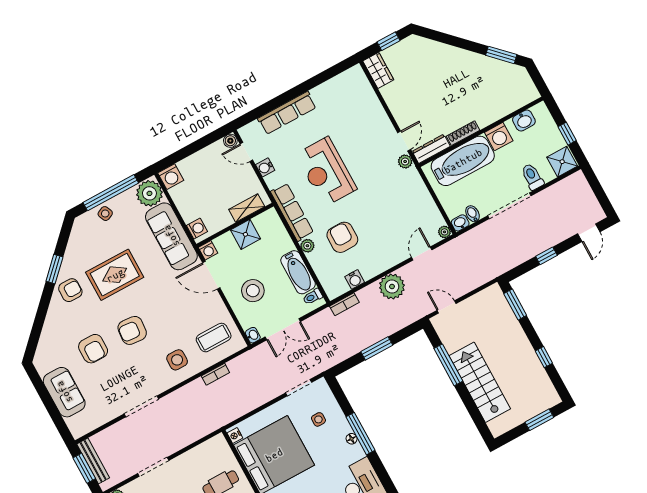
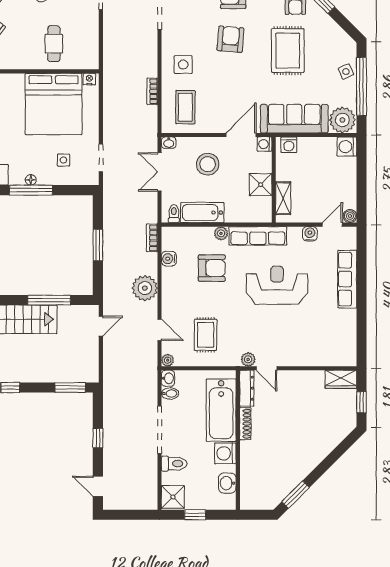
rug: (404, 211) -> (206, 335), added

